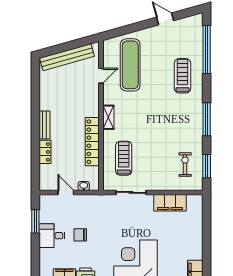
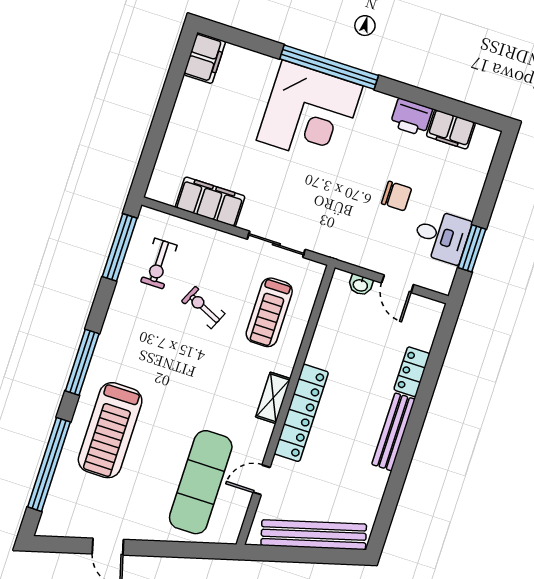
treadmill: (182, 76) -> (110, 430), width x1.37, depth x1.38
window: (207, 119) -> (82, 362), moved
bench: (44, 125) -> (393, 432), width x1.36
locker: (92, 142) -> (301, 413), moved
exercise bike: (157, 150) -> (203, 307), added
window: (207, 166) -> (120, 247), width x1.44
desk: (52, 236) -> (442, 236), moved

